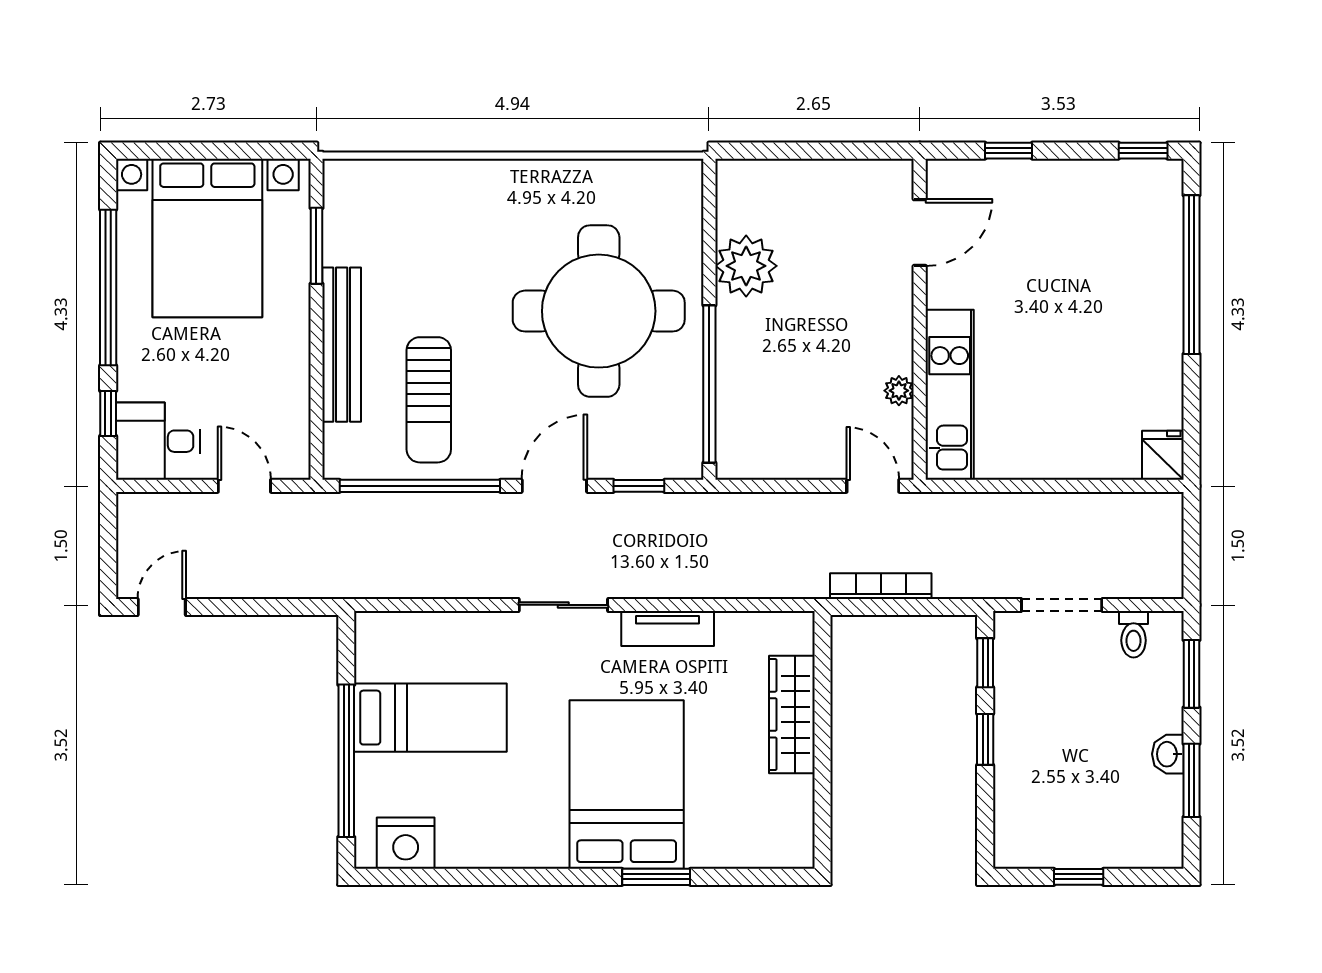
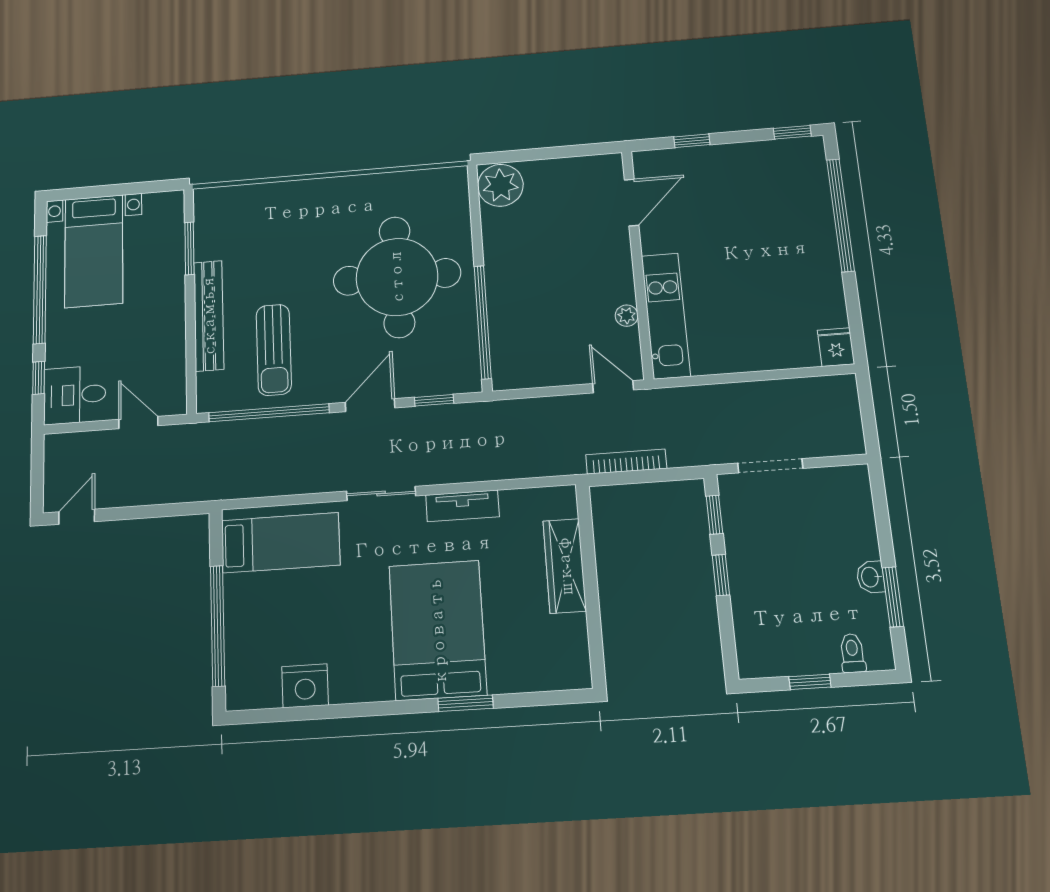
bed with nightstands: (207, 238) -> (94, 251), width x0.73
plant: (746, 266) -> (500, 185), moved
toilet: (1134, 634) -> (852, 653), moved, turned 180
window: (1192, 674) -> (881, 512), removed
bed: (430, 718) -> (281, 543), moved
nightstand: (406, 843) -> (305, 686), moved

